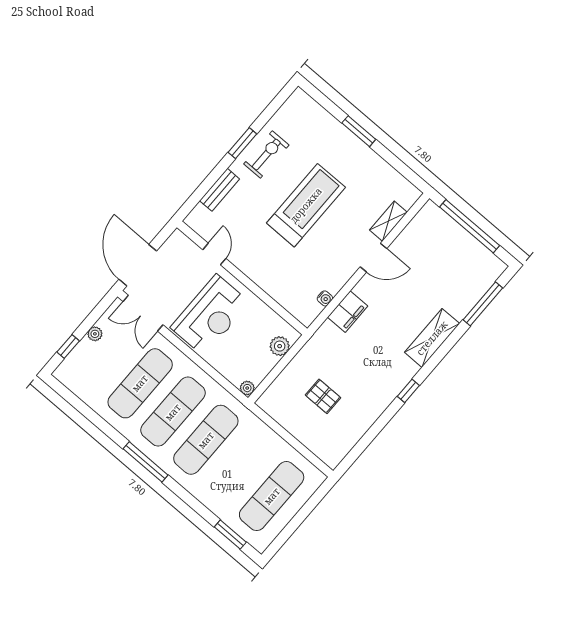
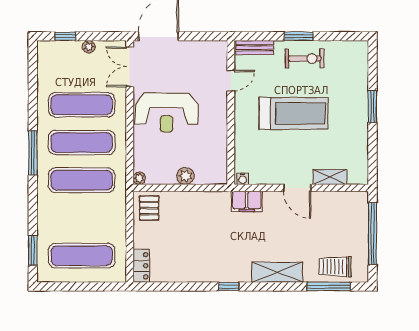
door: (214, 254) -> (231, 81), moved
wall: (242, 278) -> (231, 112), moved
trolley: (470, 284) -> (335, 267), added
pallet: (323, 396) -> (149, 208), moved
locker: (325, 451) -> (141, 266), added

